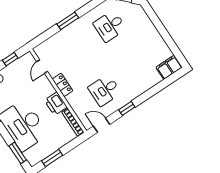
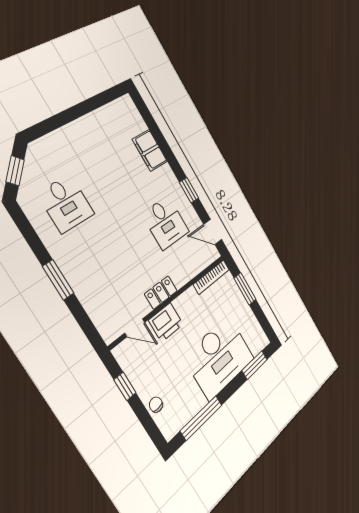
filing cabinet: (169, 67) -> (150, 150), moved
printer: (56, 104) -> (166, 322), moved
door: (102, 125) -> (213, 232), hinge flipped
window: (52, 158) -> (245, 289), moved

